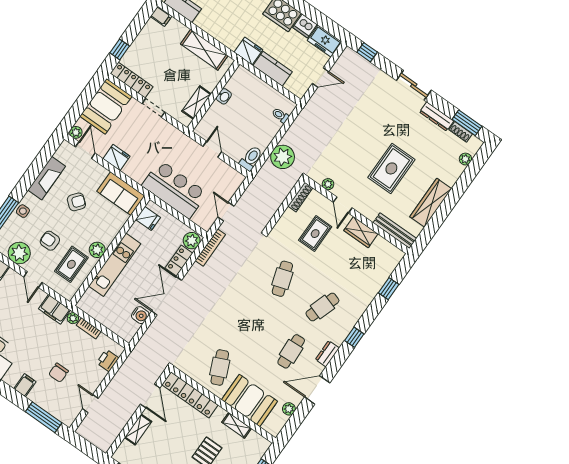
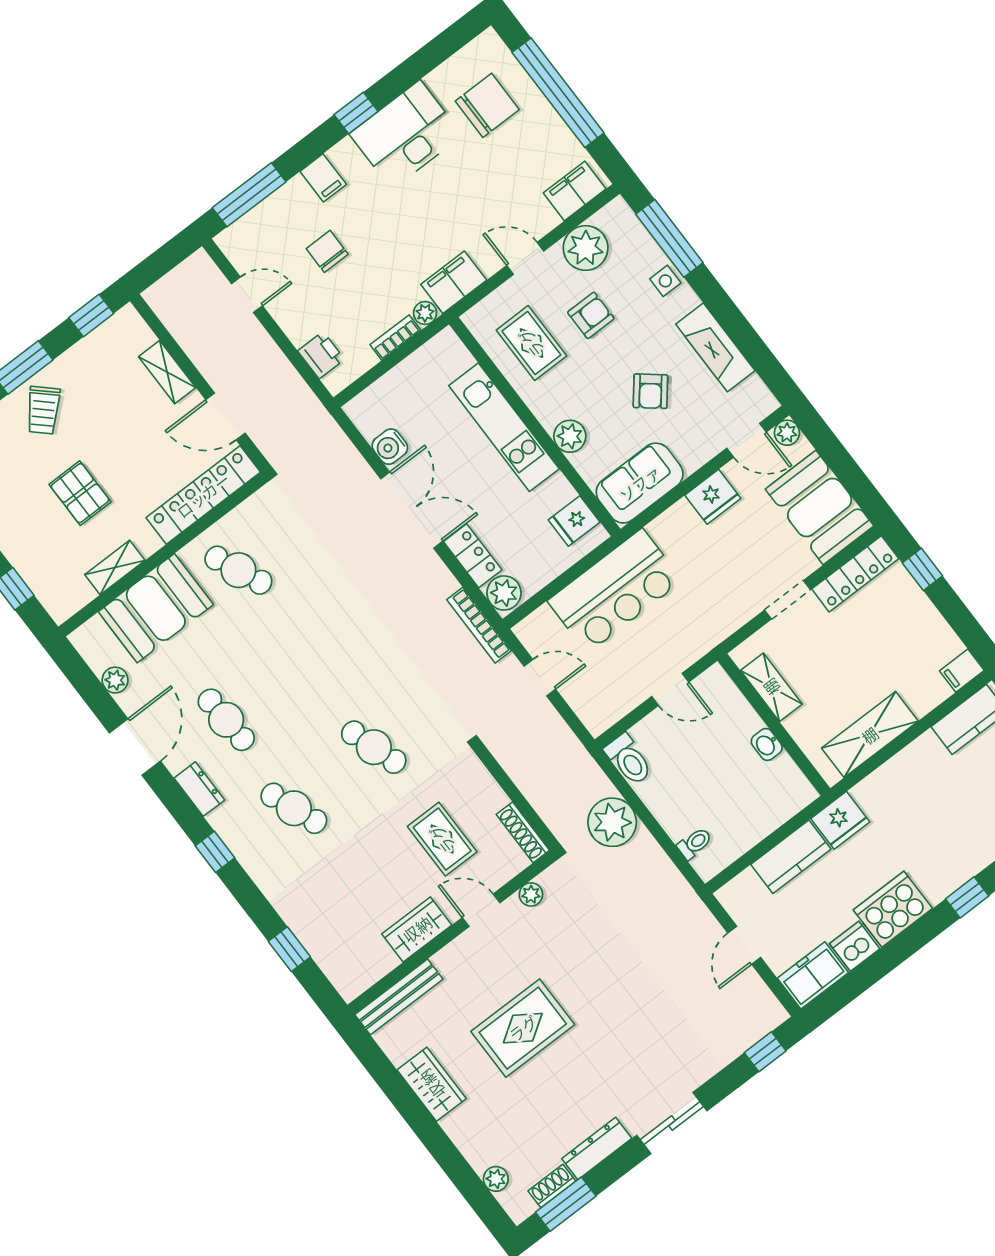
rug: (391, 168) -> (523, 1028), turned 90
wardrobe: (431, 203) -> (432, 1084), width x0.67
plant: (97, 250) -> (570, 436), moved
cafe table: (322, 307) -> (294, 808), turned -39

